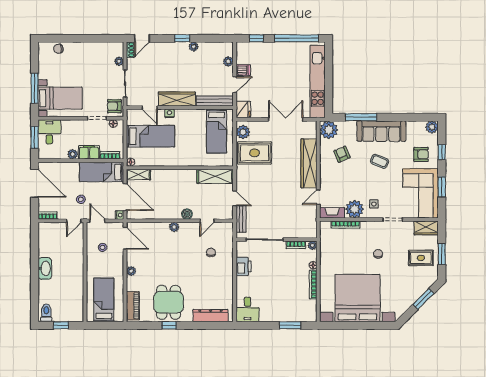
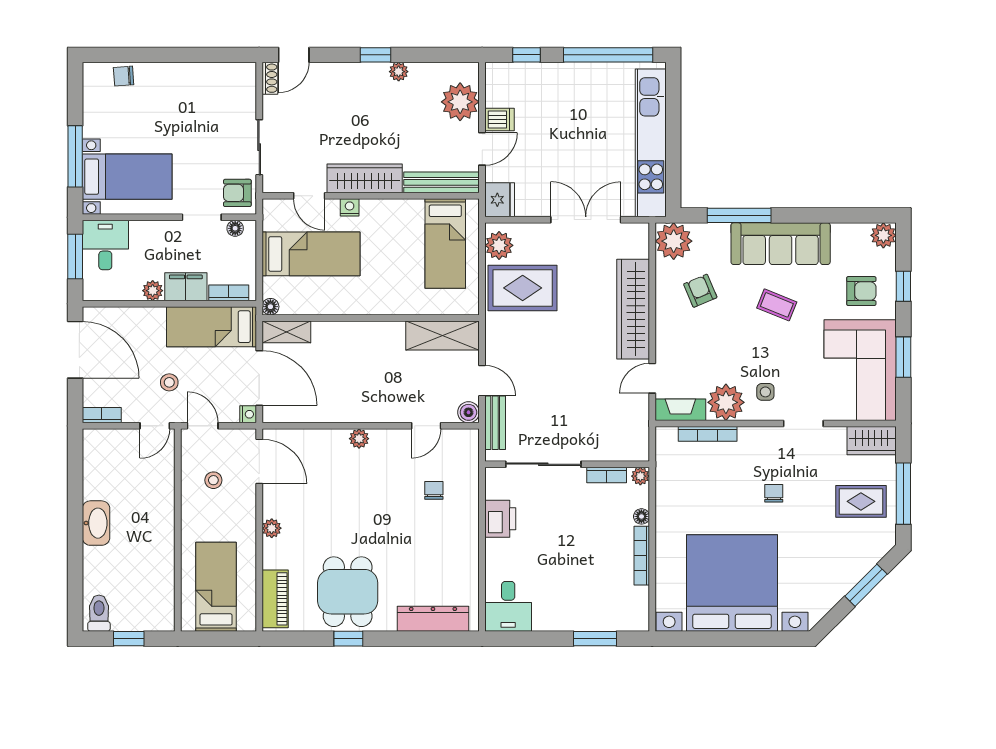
plant: (119, 61) -> (247, 102), removed
plant: (228, 61) -> (460, 102), width x1.87, depth x1.87
boiler: (187, 214) -> (468, 412), moved
window: (442, 254) -> (903, 494), width x1.44

